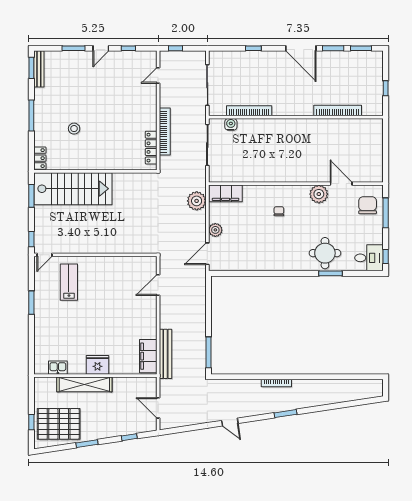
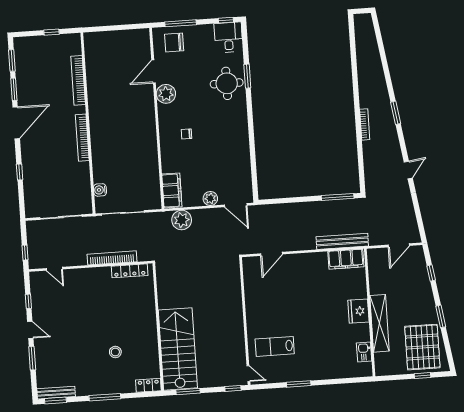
bookcase: (249, 111) -> (82, 138), moved
door: (158, 285) -> (271, 254), hinge flipped

